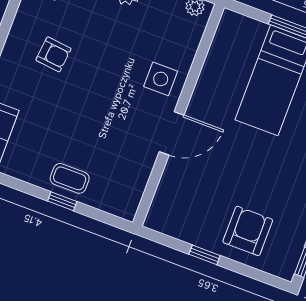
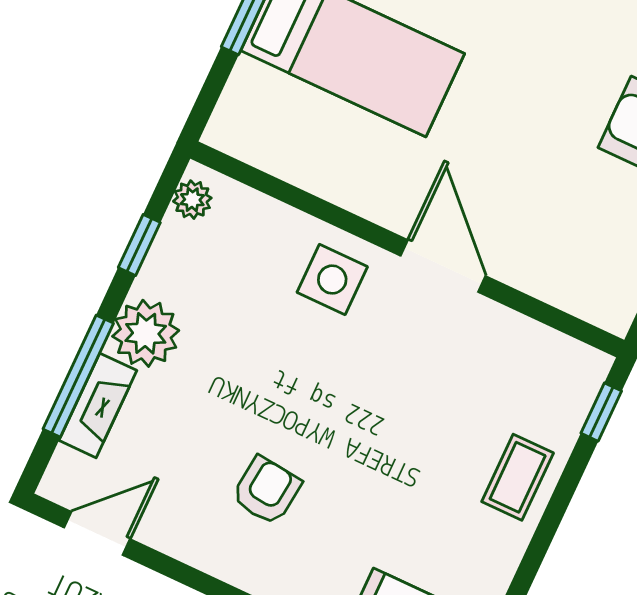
window: (62, 201) -> (601, 412), moved

